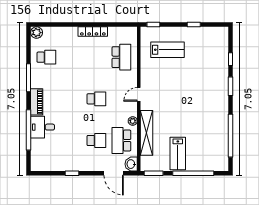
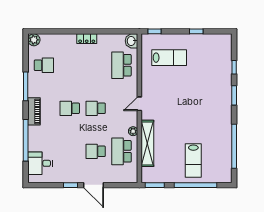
locker: (93, 31) -> (87, 39), width x0.66
school desk: (121, 57) -> (121, 65), turned 180
school desk: (71, 99) -> (70, 108), added
school desk: (96, 99) -> (96, 108), turned 180
desk: (43, 127) -> (40, 163), moved
school desk: (96, 140) -> (96, 151), turned 180
lab bench: (178, 154) -> (193, 160), moved
washbasin: (131, 164) -> (132, 41), moved
door: (114, 173) -> (94, 185), moved

